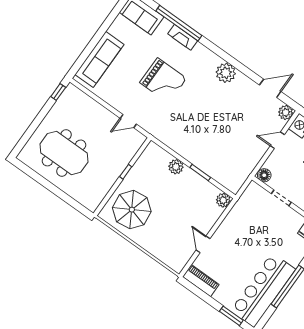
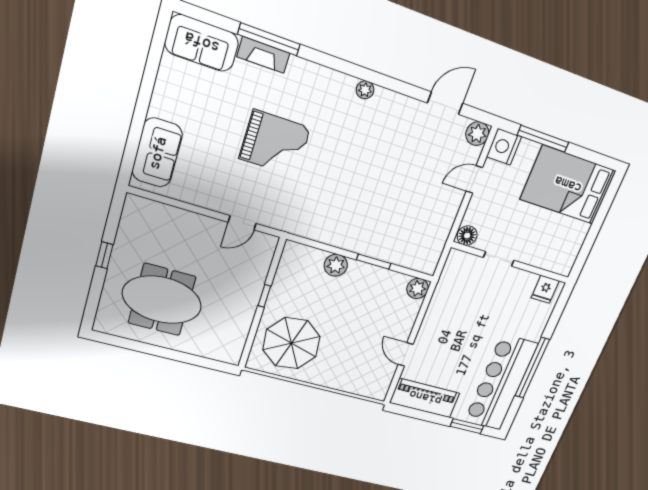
window: (179, 23) -> (269, 39), width x0.68
fireplace: (183, 37) -> (263, 55), moved
sofa: (99, 59) -> (157, 153), width x0.73
plant: (226, 73) -> (365, 90), width x0.53, depth x0.53
window: (58, 92) -> (104, 255), moved
piano: (201, 281) -> (425, 398), width x1.37, depth x1.33

